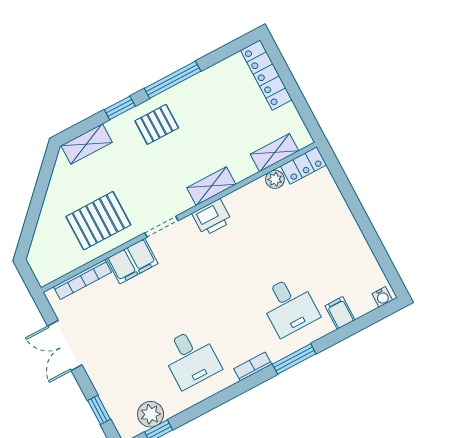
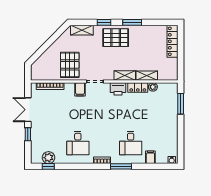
window: (173, 80) -> (132, 22), width x0.69
pallet: (157, 124) -> (116, 38), width x1.50, depth x1.42
shelving: (275, 153) -> (147, 76), moved
locker: (304, 165) -> (138, 87), moved
window: (343, 183) -> (181, 104), added
pallet: (98, 221) -> (70, 65), turned 90
filing cabinet: (132, 261) -> (80, 89), width x0.50
window: (99, 410) -> (28, 134), moved

